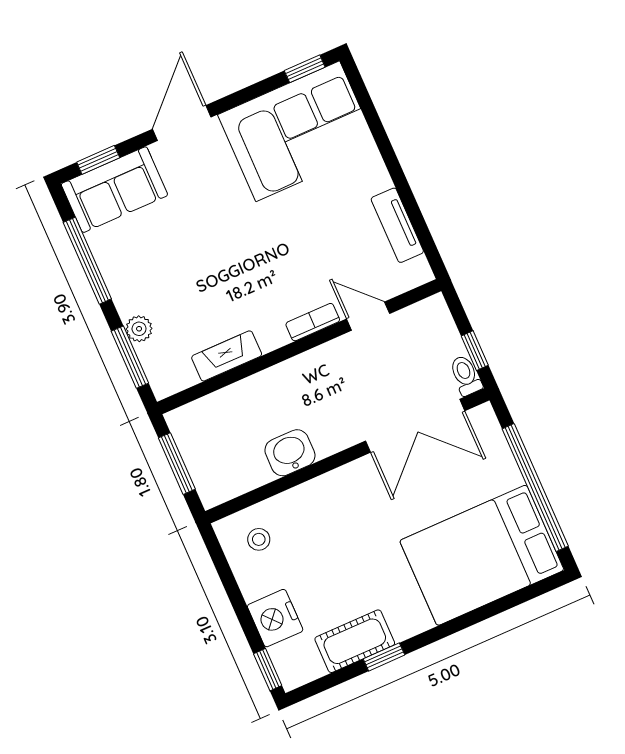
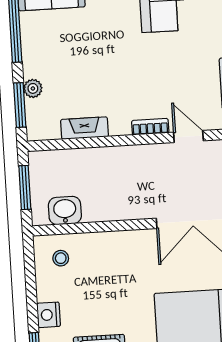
washbasin: (290, 453) -> (65, 211), moved
nightstand: (275, 618) -> (49, 315), width x0.74, depth x0.75

